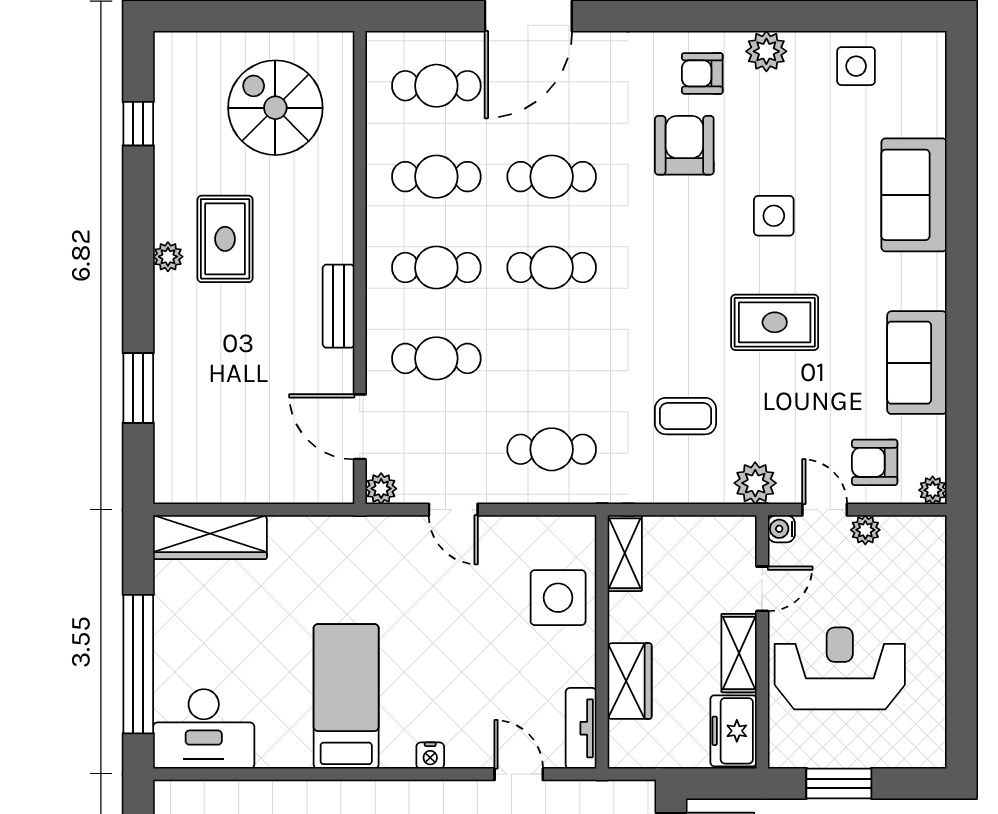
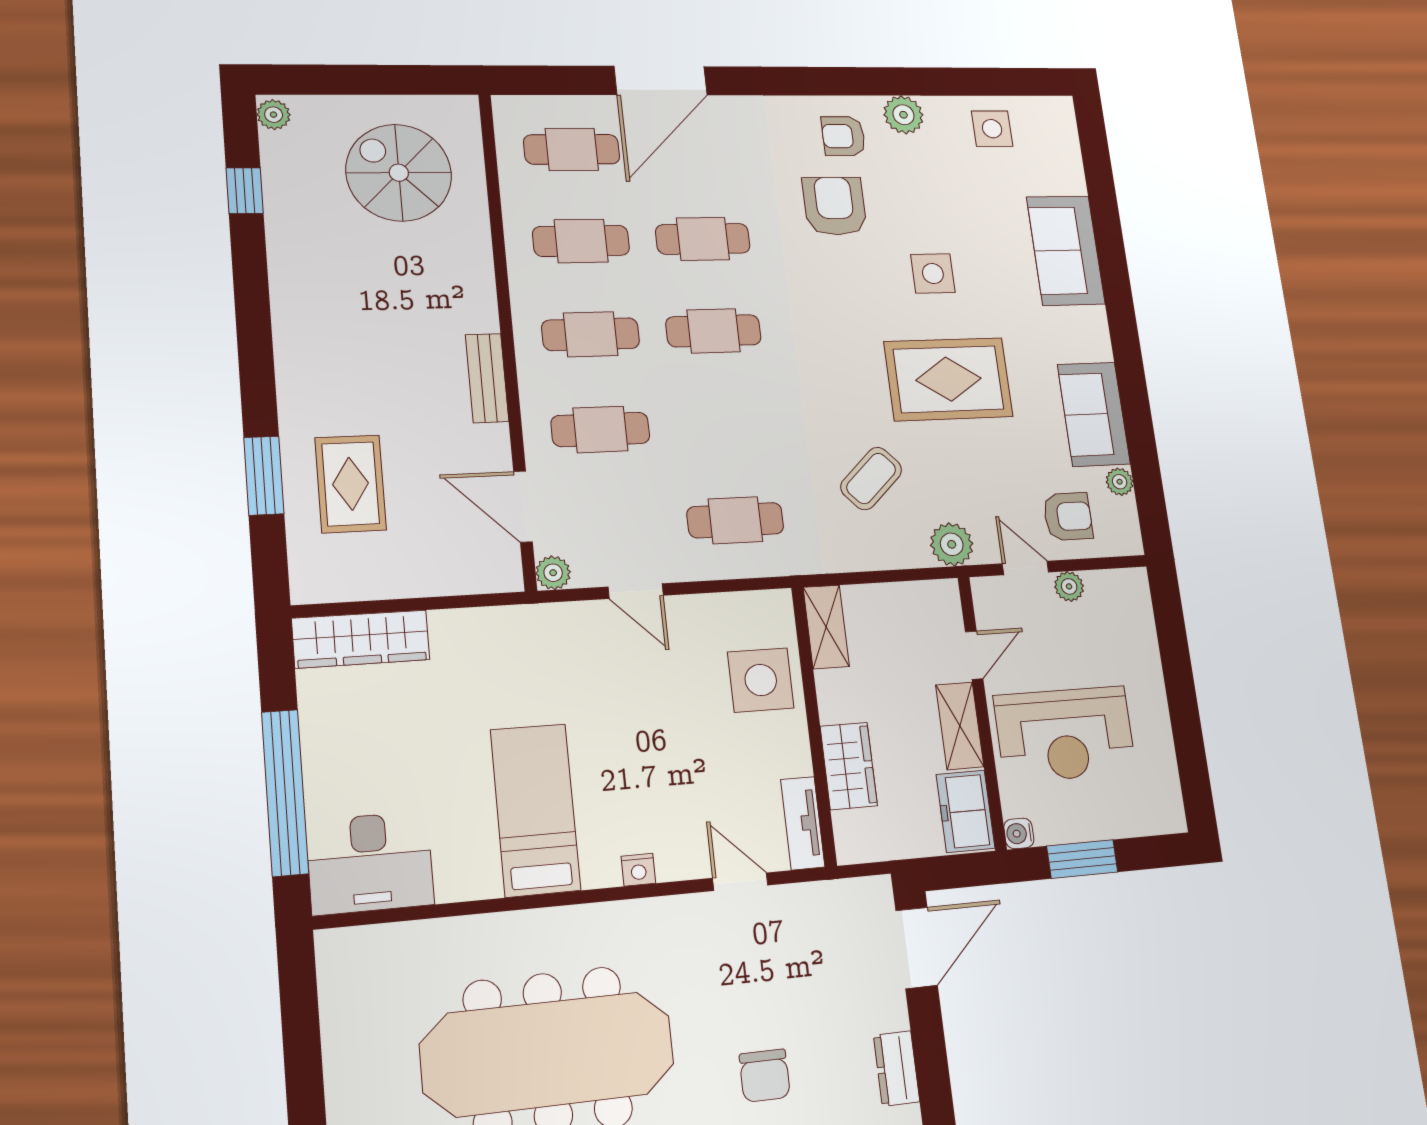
rug: (225, 239) -> (351, 484), moved
plant: (168, 257) -> (274, 115), moved
rug: (775, 322) -> (949, 379), width x1.36, depth x1.43
coffee table: (685, 416) -> (871, 478), turned -43
armchair: (875, 462) -> (1068, 516), turned 180
plant: (933, 490) -> (1120, 482), moved
water cooler: (781, 529) -> (1019, 833), moved
reception desk: (840, 668) -> (1065, 734), turned 180

